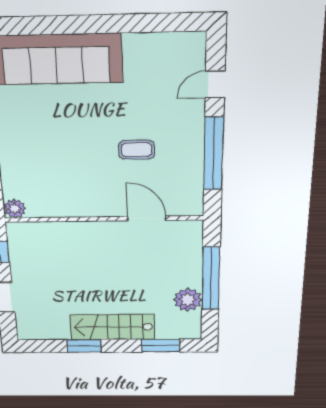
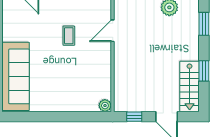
stairs: (113, 327) -> (190, 86), moved

